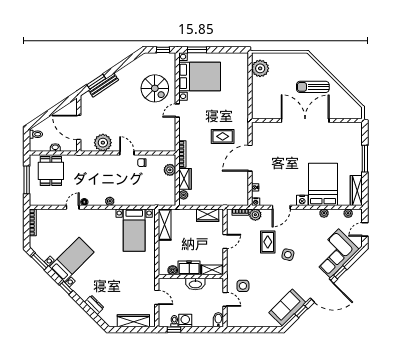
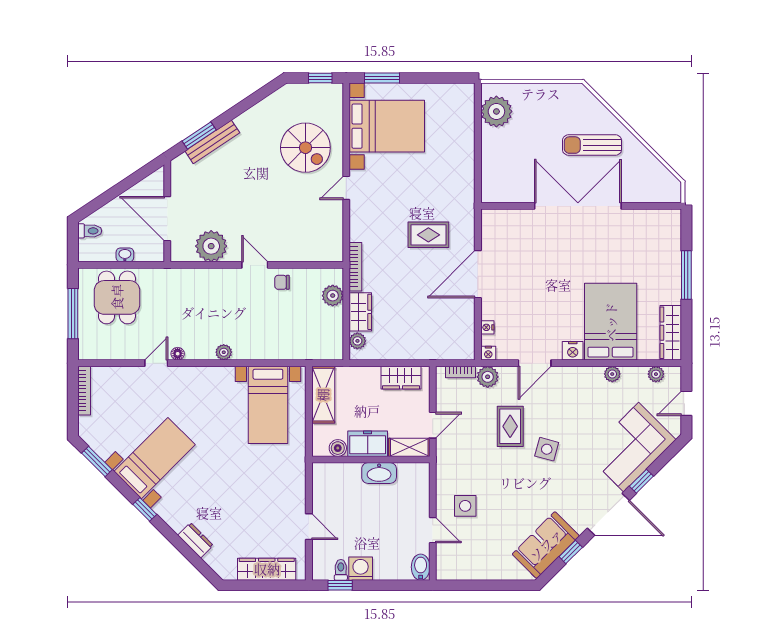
freezer: (189, 268) -> (368, 444), moved
boiler: (173, 270) -> (338, 448), moved
shelving: (212, 270) -> (409, 447), moved
wall: (191, 277) -> (371, 459), moved
washbasin: (195, 284) -> (379, 473), moved

